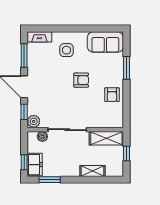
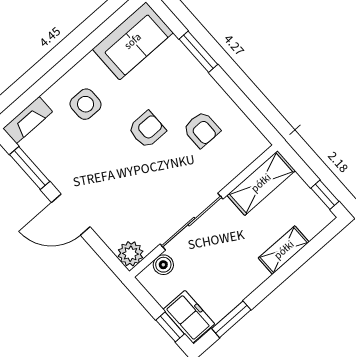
armchair: (112, 95) -> (202, 129), moved
window: (24, 112) -> (104, 252), removed
window: (126, 153) -> (325, 195), moved

